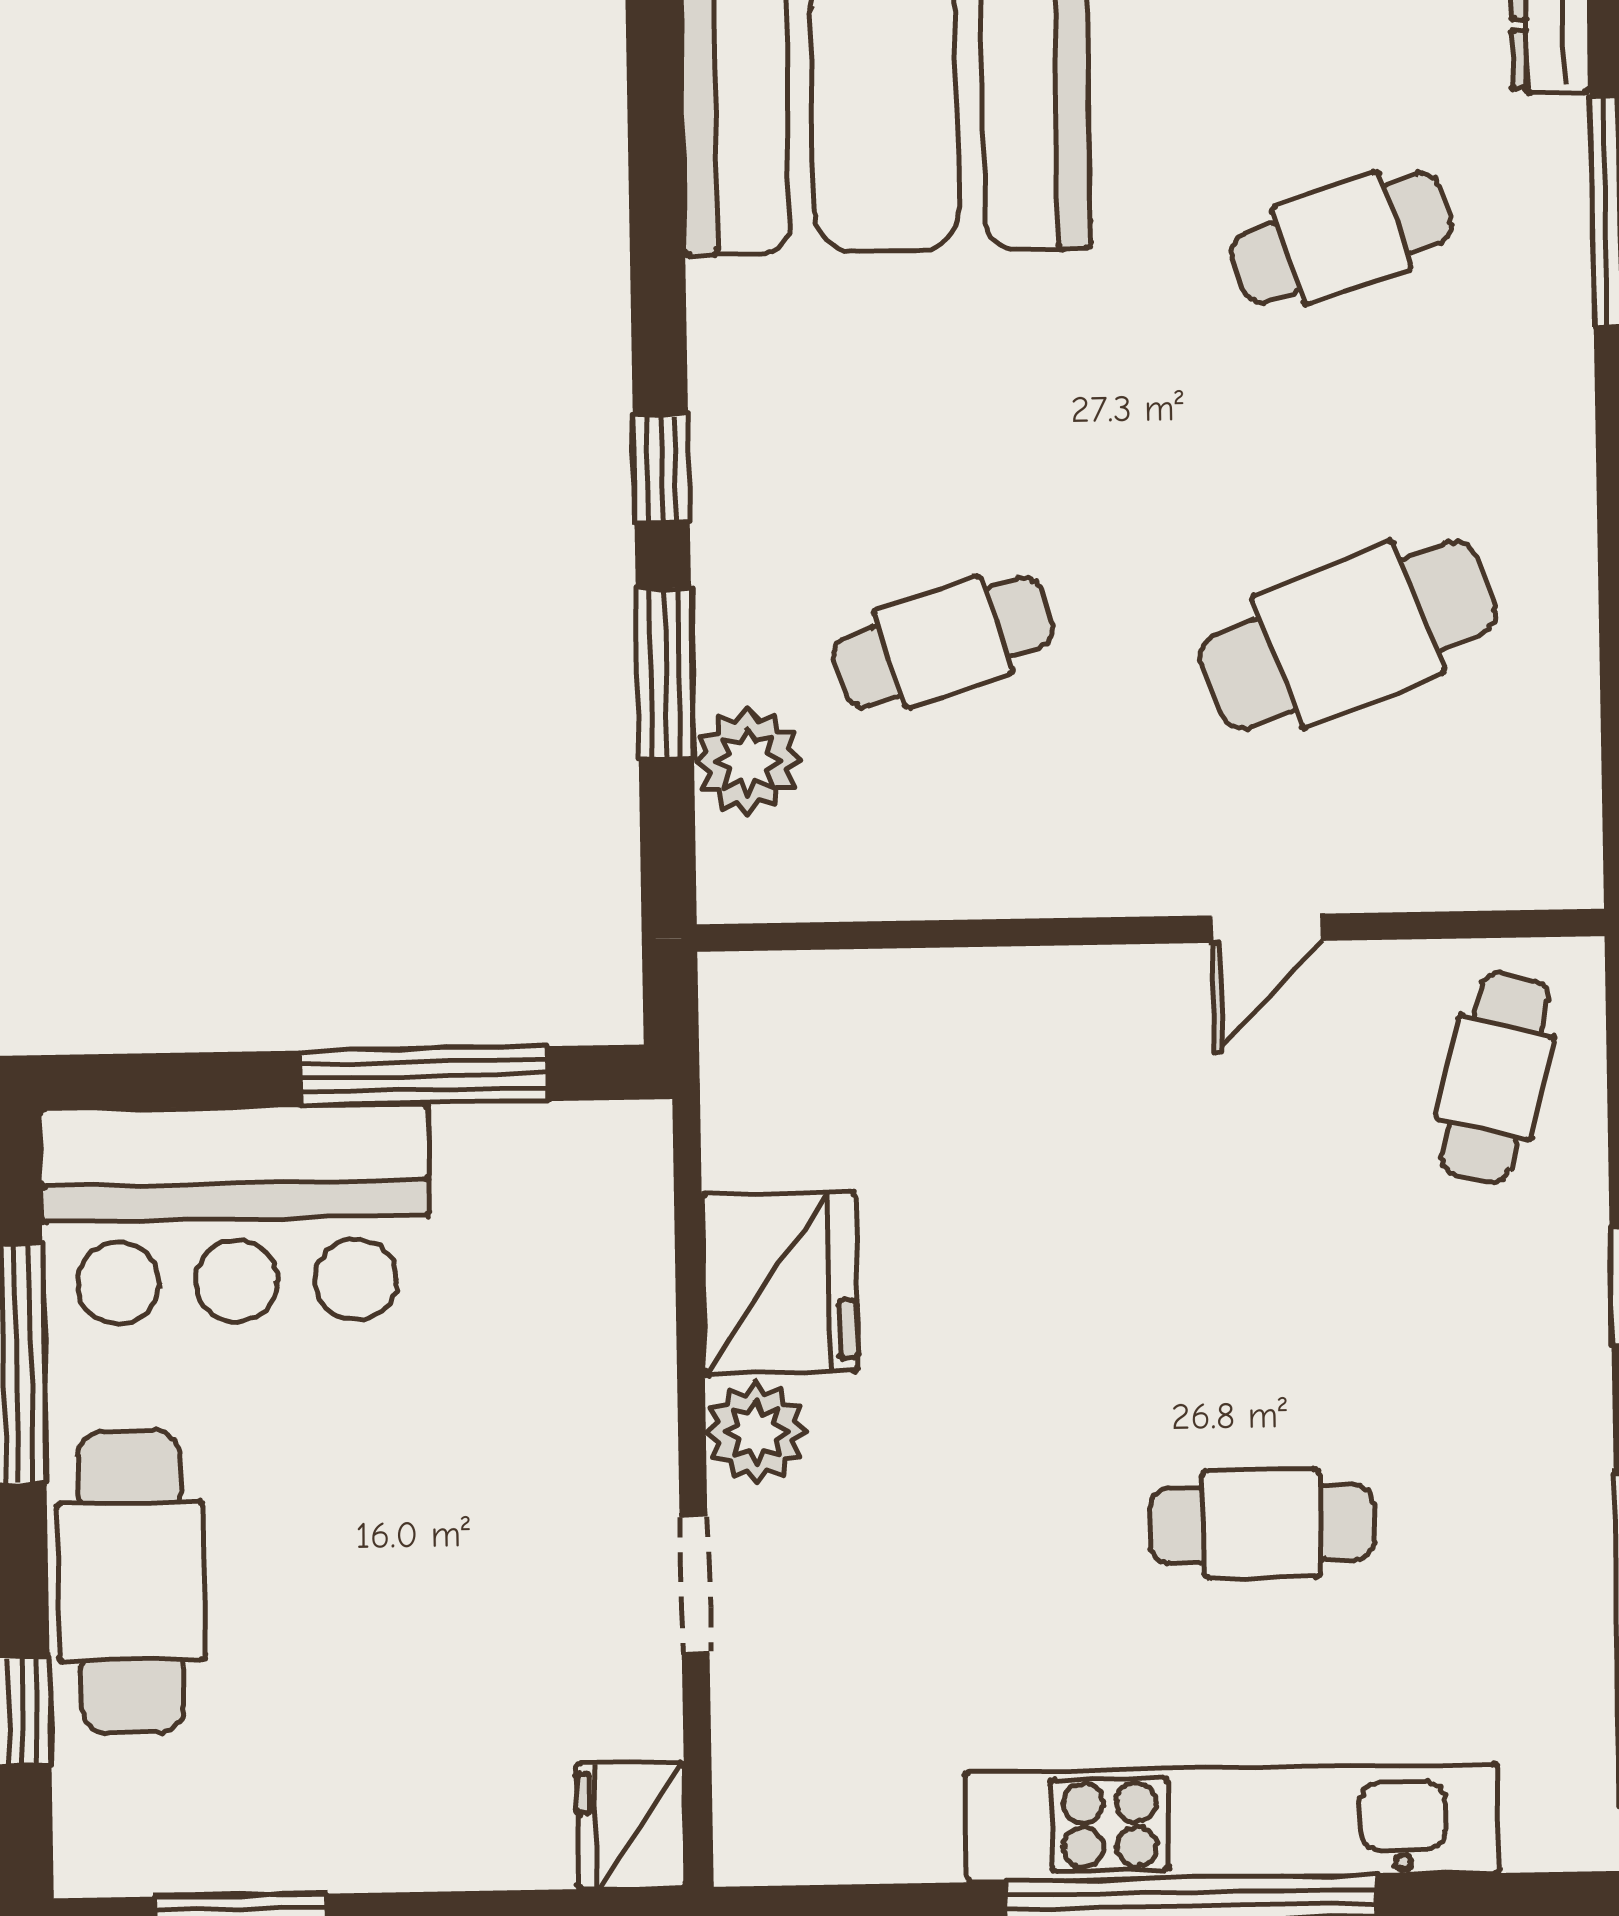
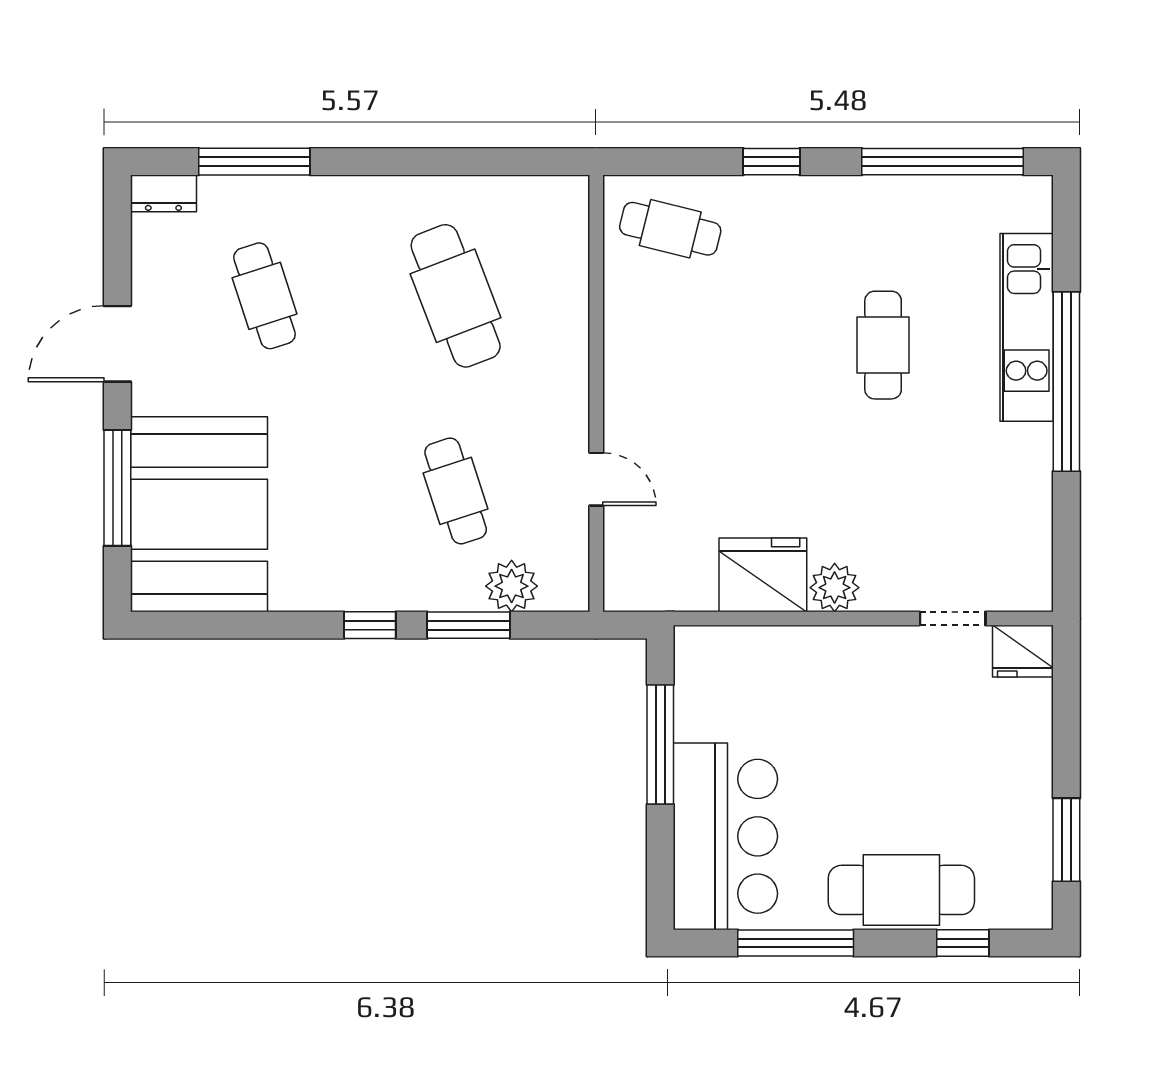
door: (1267, 928) -> (596, 479), moved
doorway: (695, 1584) -> (953, 619), moved
kitchen unit: (1232, 1823) -> (1027, 327), width x0.73

